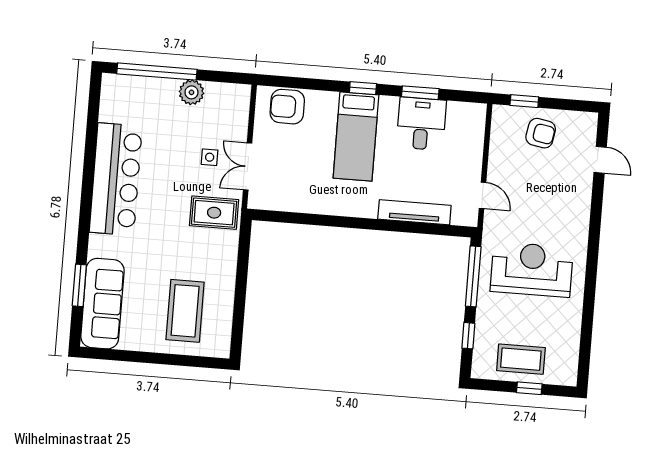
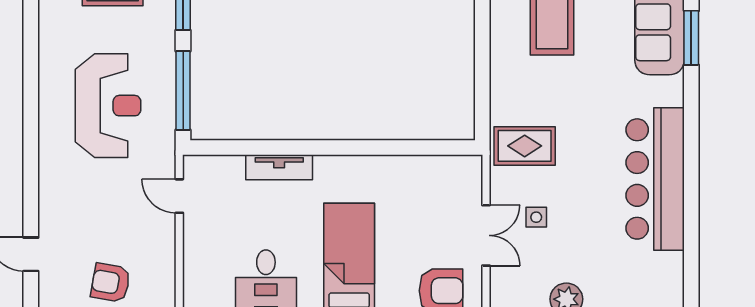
double door: (248, 166) -> (486, 235), moved
tv unit: (414, 212) -> (279, 167), width x0.71
reception desk: (532, 269) -> (108, 106), turned -90

